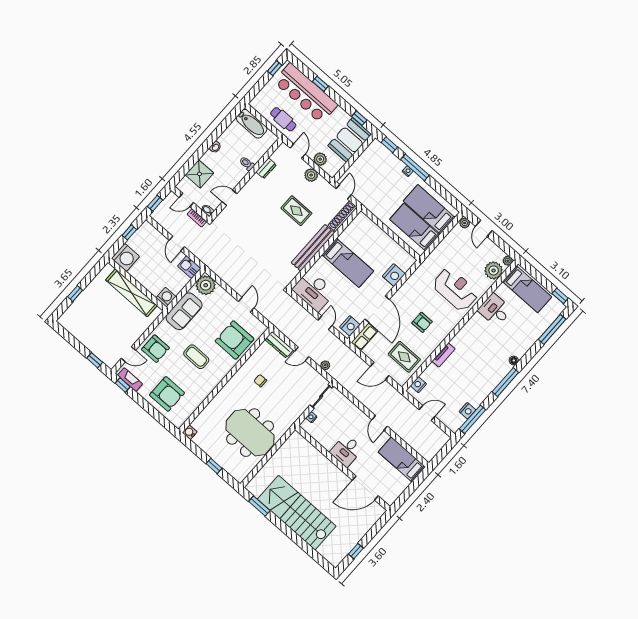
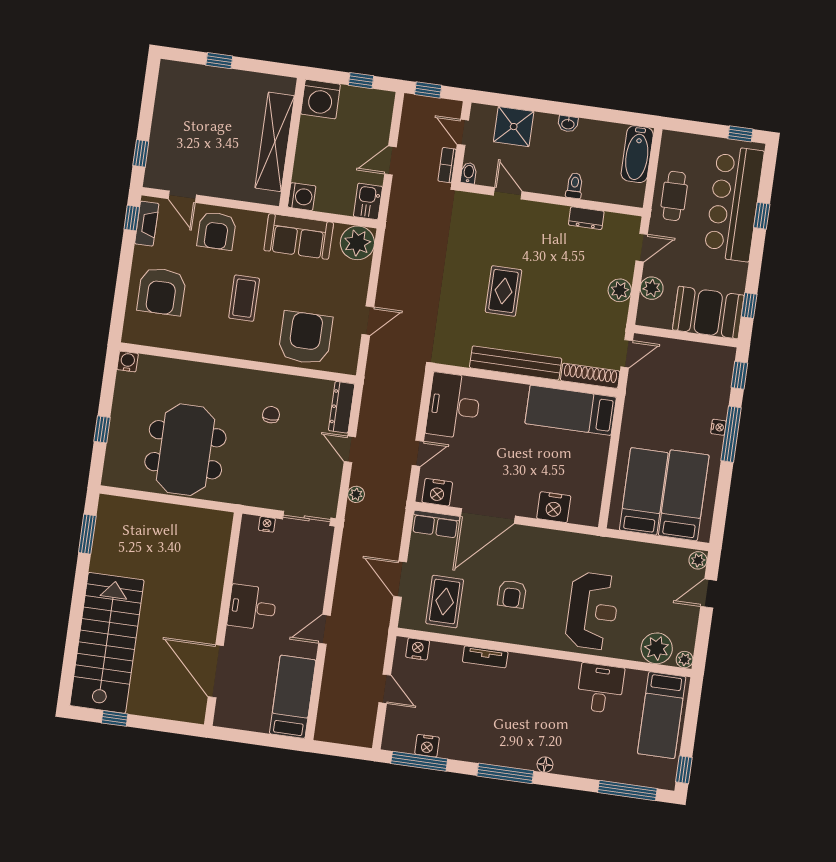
rug: (296, 211) -> (504, 291), moved
bed: (348, 263) -> (571, 410), moved, turned 90
stairs: (297, 513) -> (107, 643), moved

